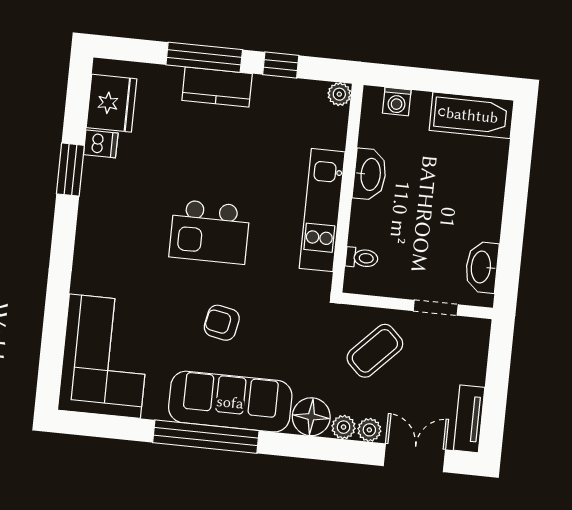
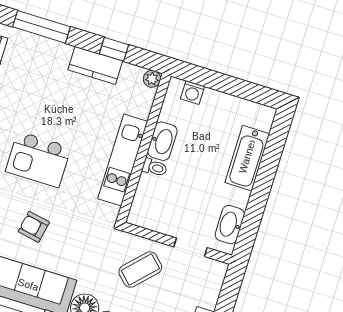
window: (204, 57) -> (42, 27), moved
kitchen counter: (217, 87) -> (95, 65), moved
bathtub: (472, 115) -> (247, 158), moved, turned 90
toilet: (362, 258) -> (155, 167), moved

